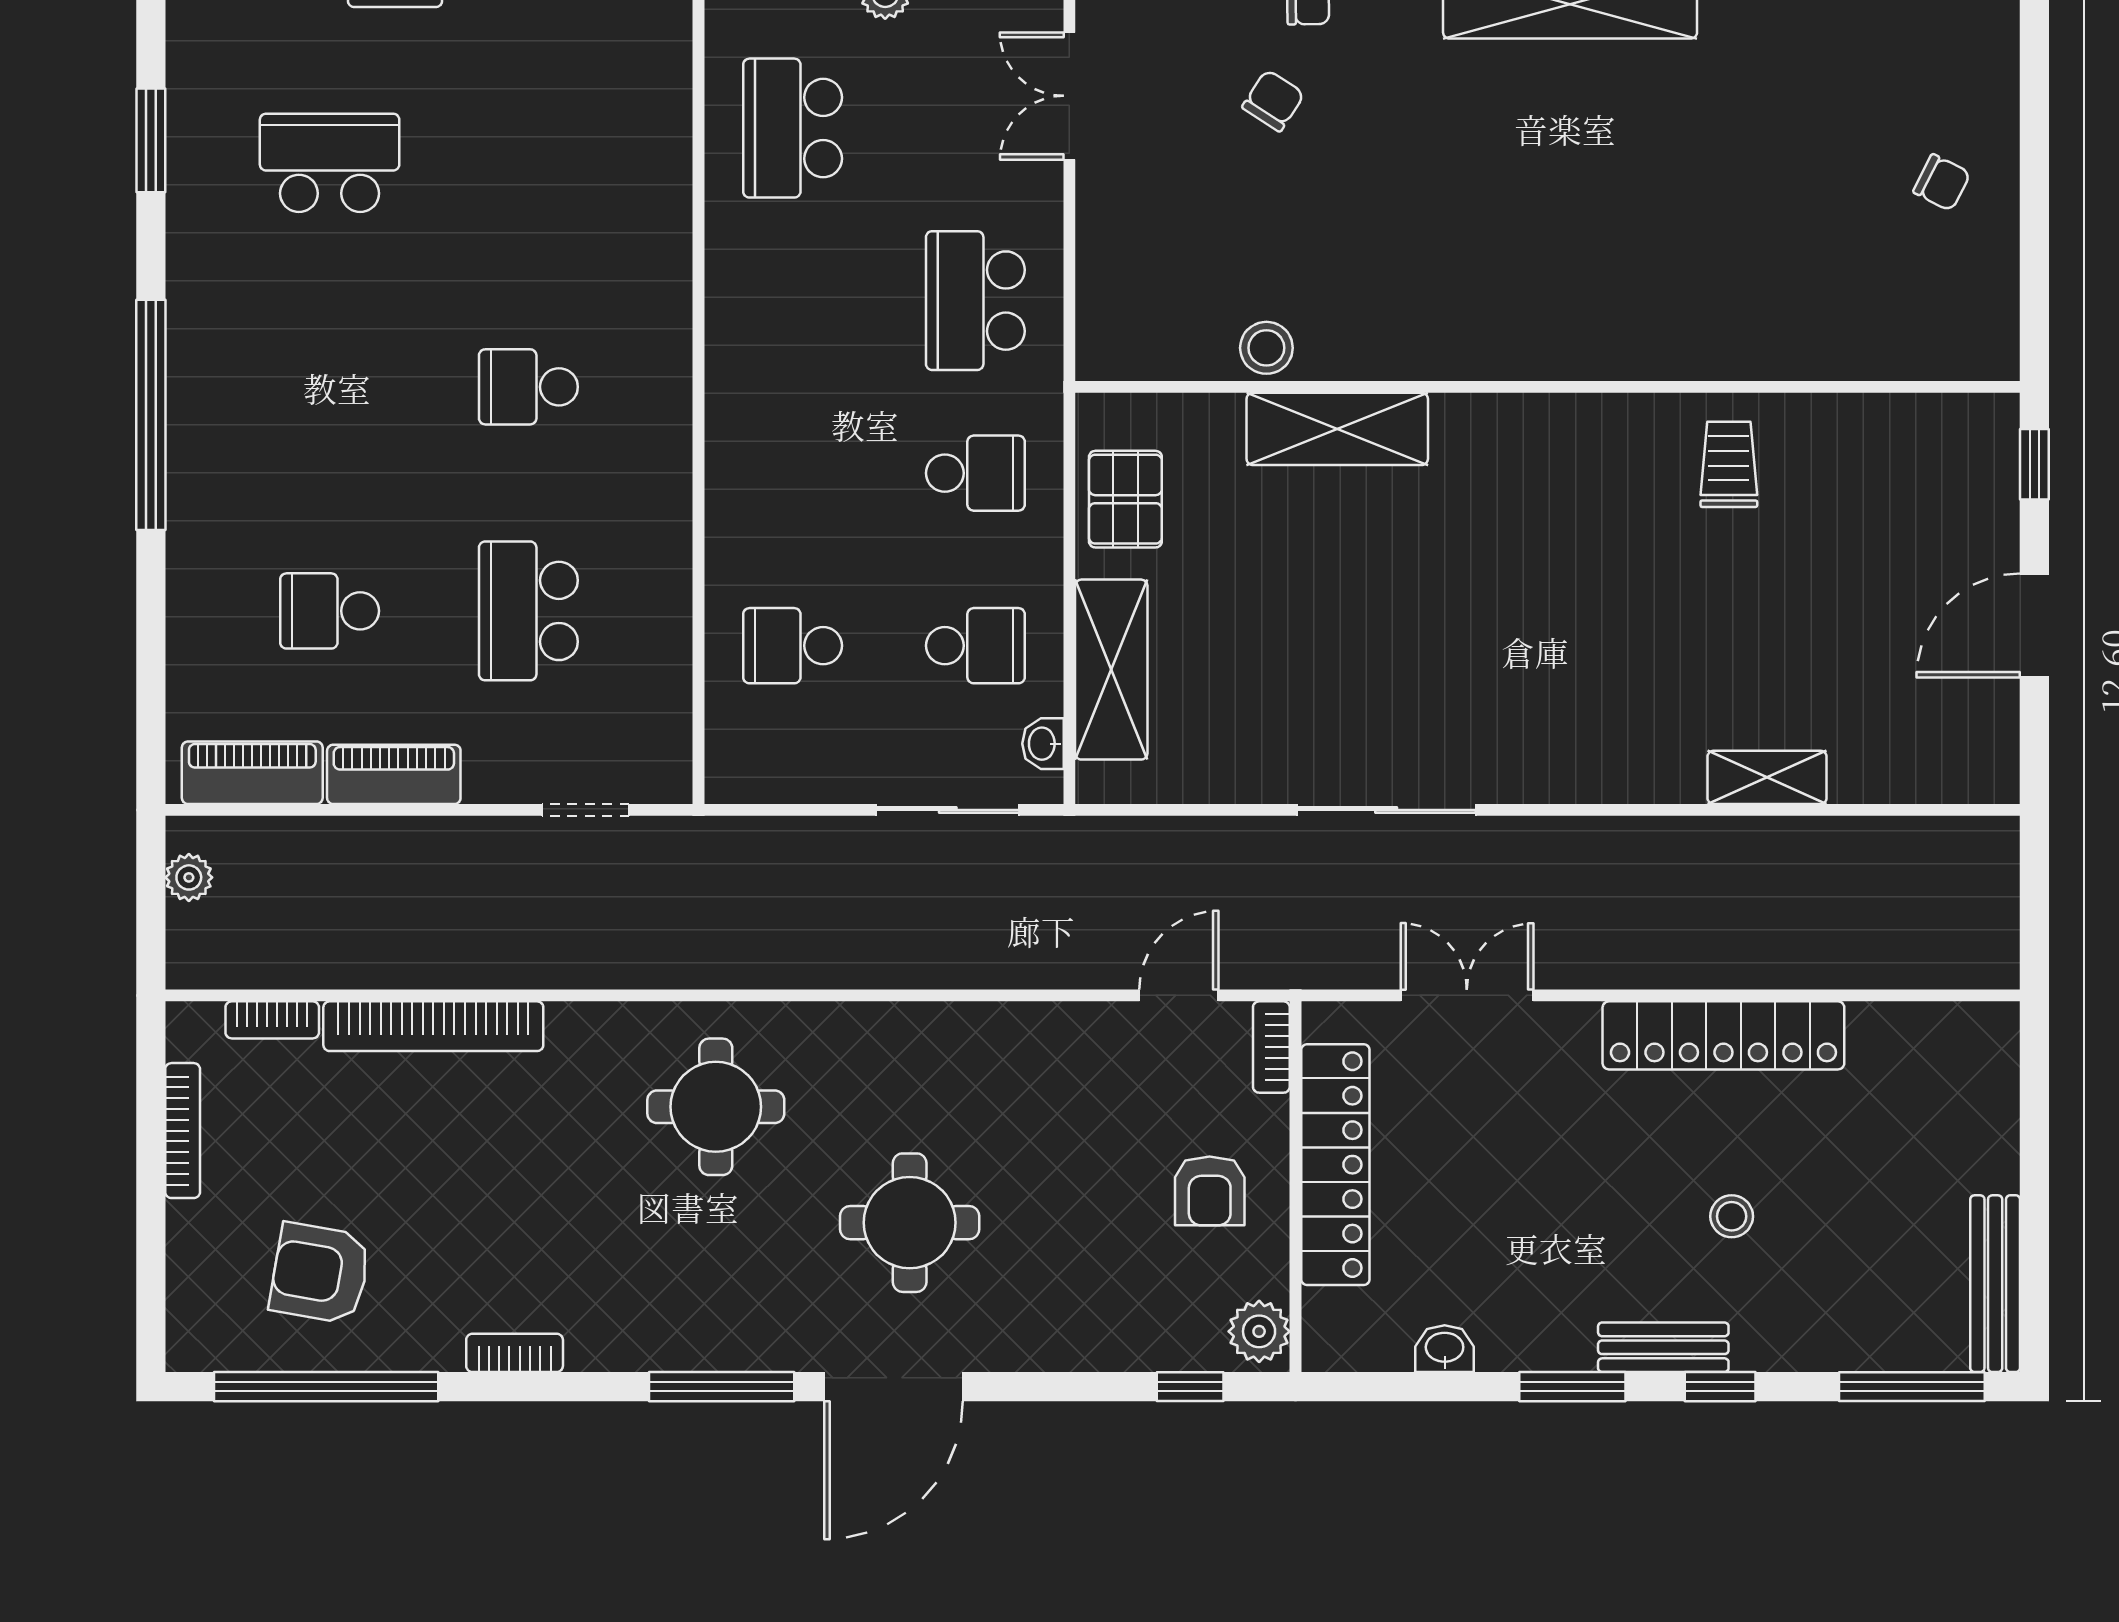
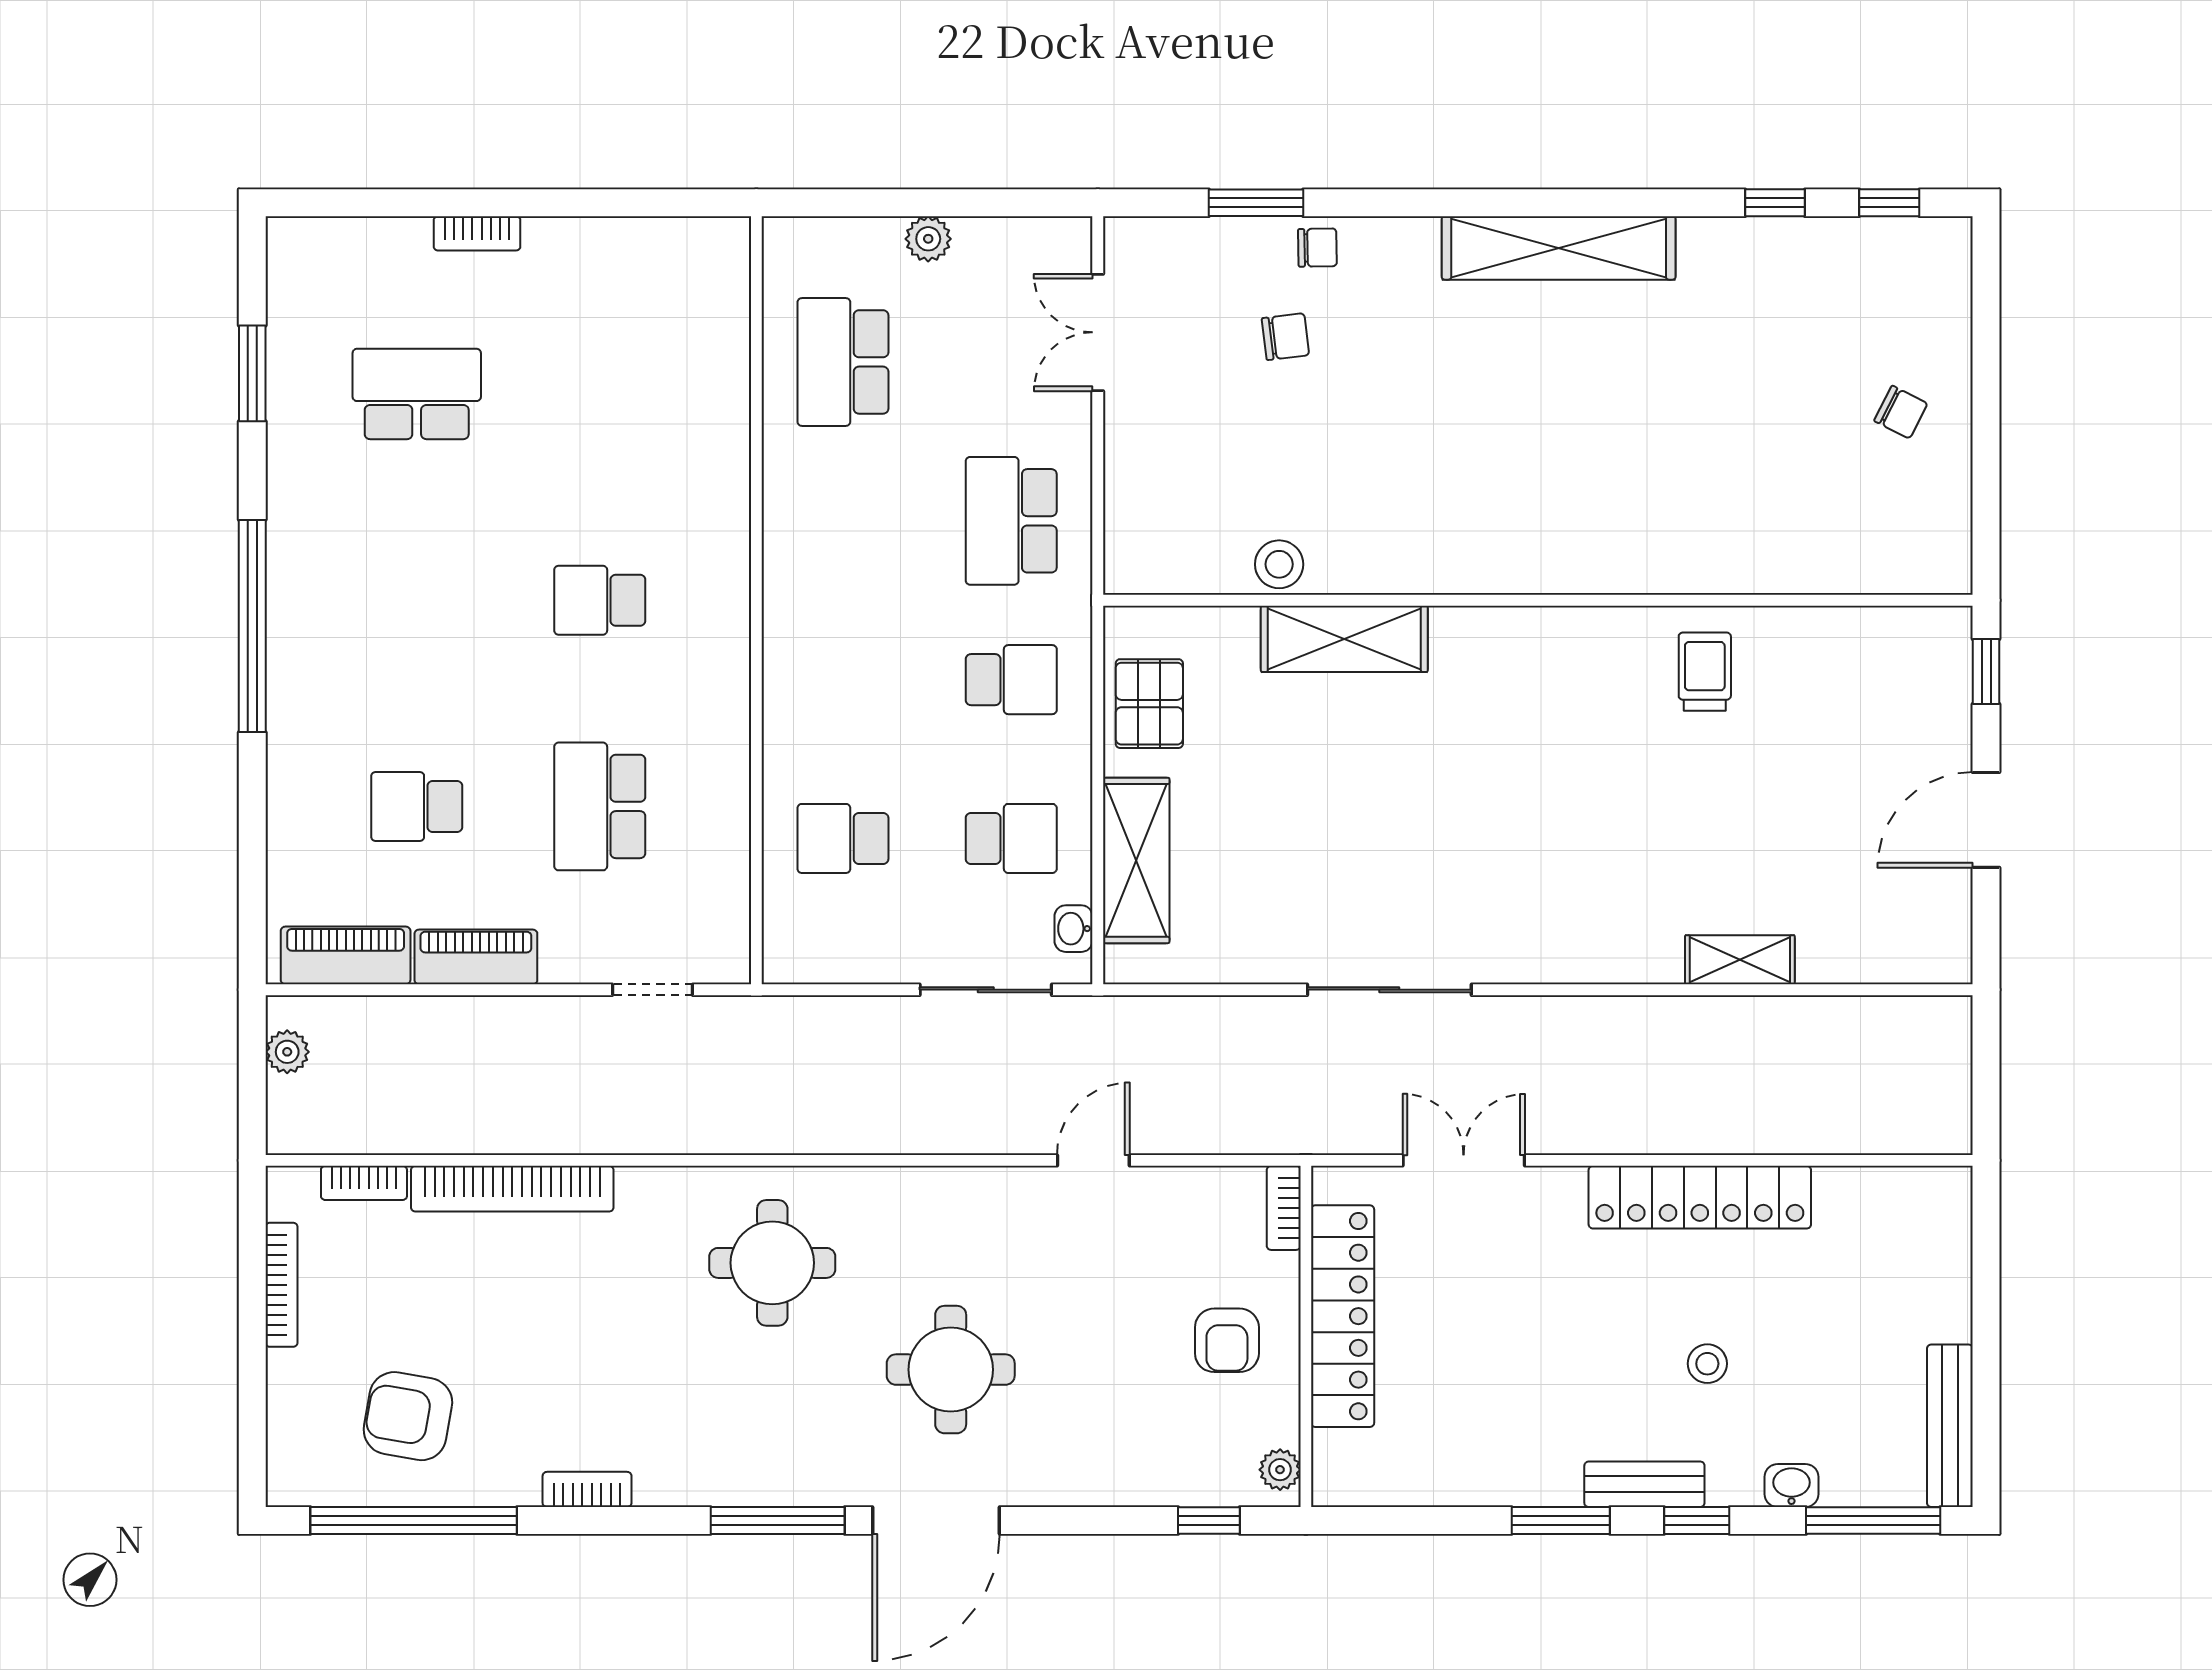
chair: (1273, 101) -> (1285, 337), turned 50
door: (1179, 995) -> (1093, 1160), moved
plant: (1259, 1331) -> (1280, 1470), width x0.73, depth x0.73
washbasin: (1445, 1349) -> (1792, 1486), moved

